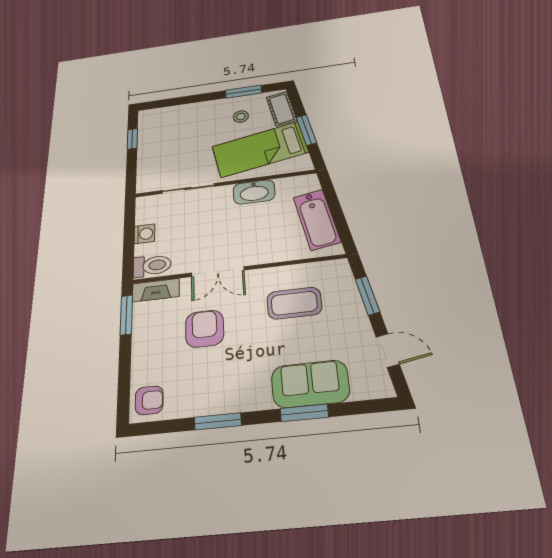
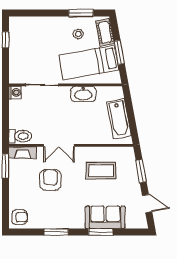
washing machine: (144, 234) -> (15, 93), moved

